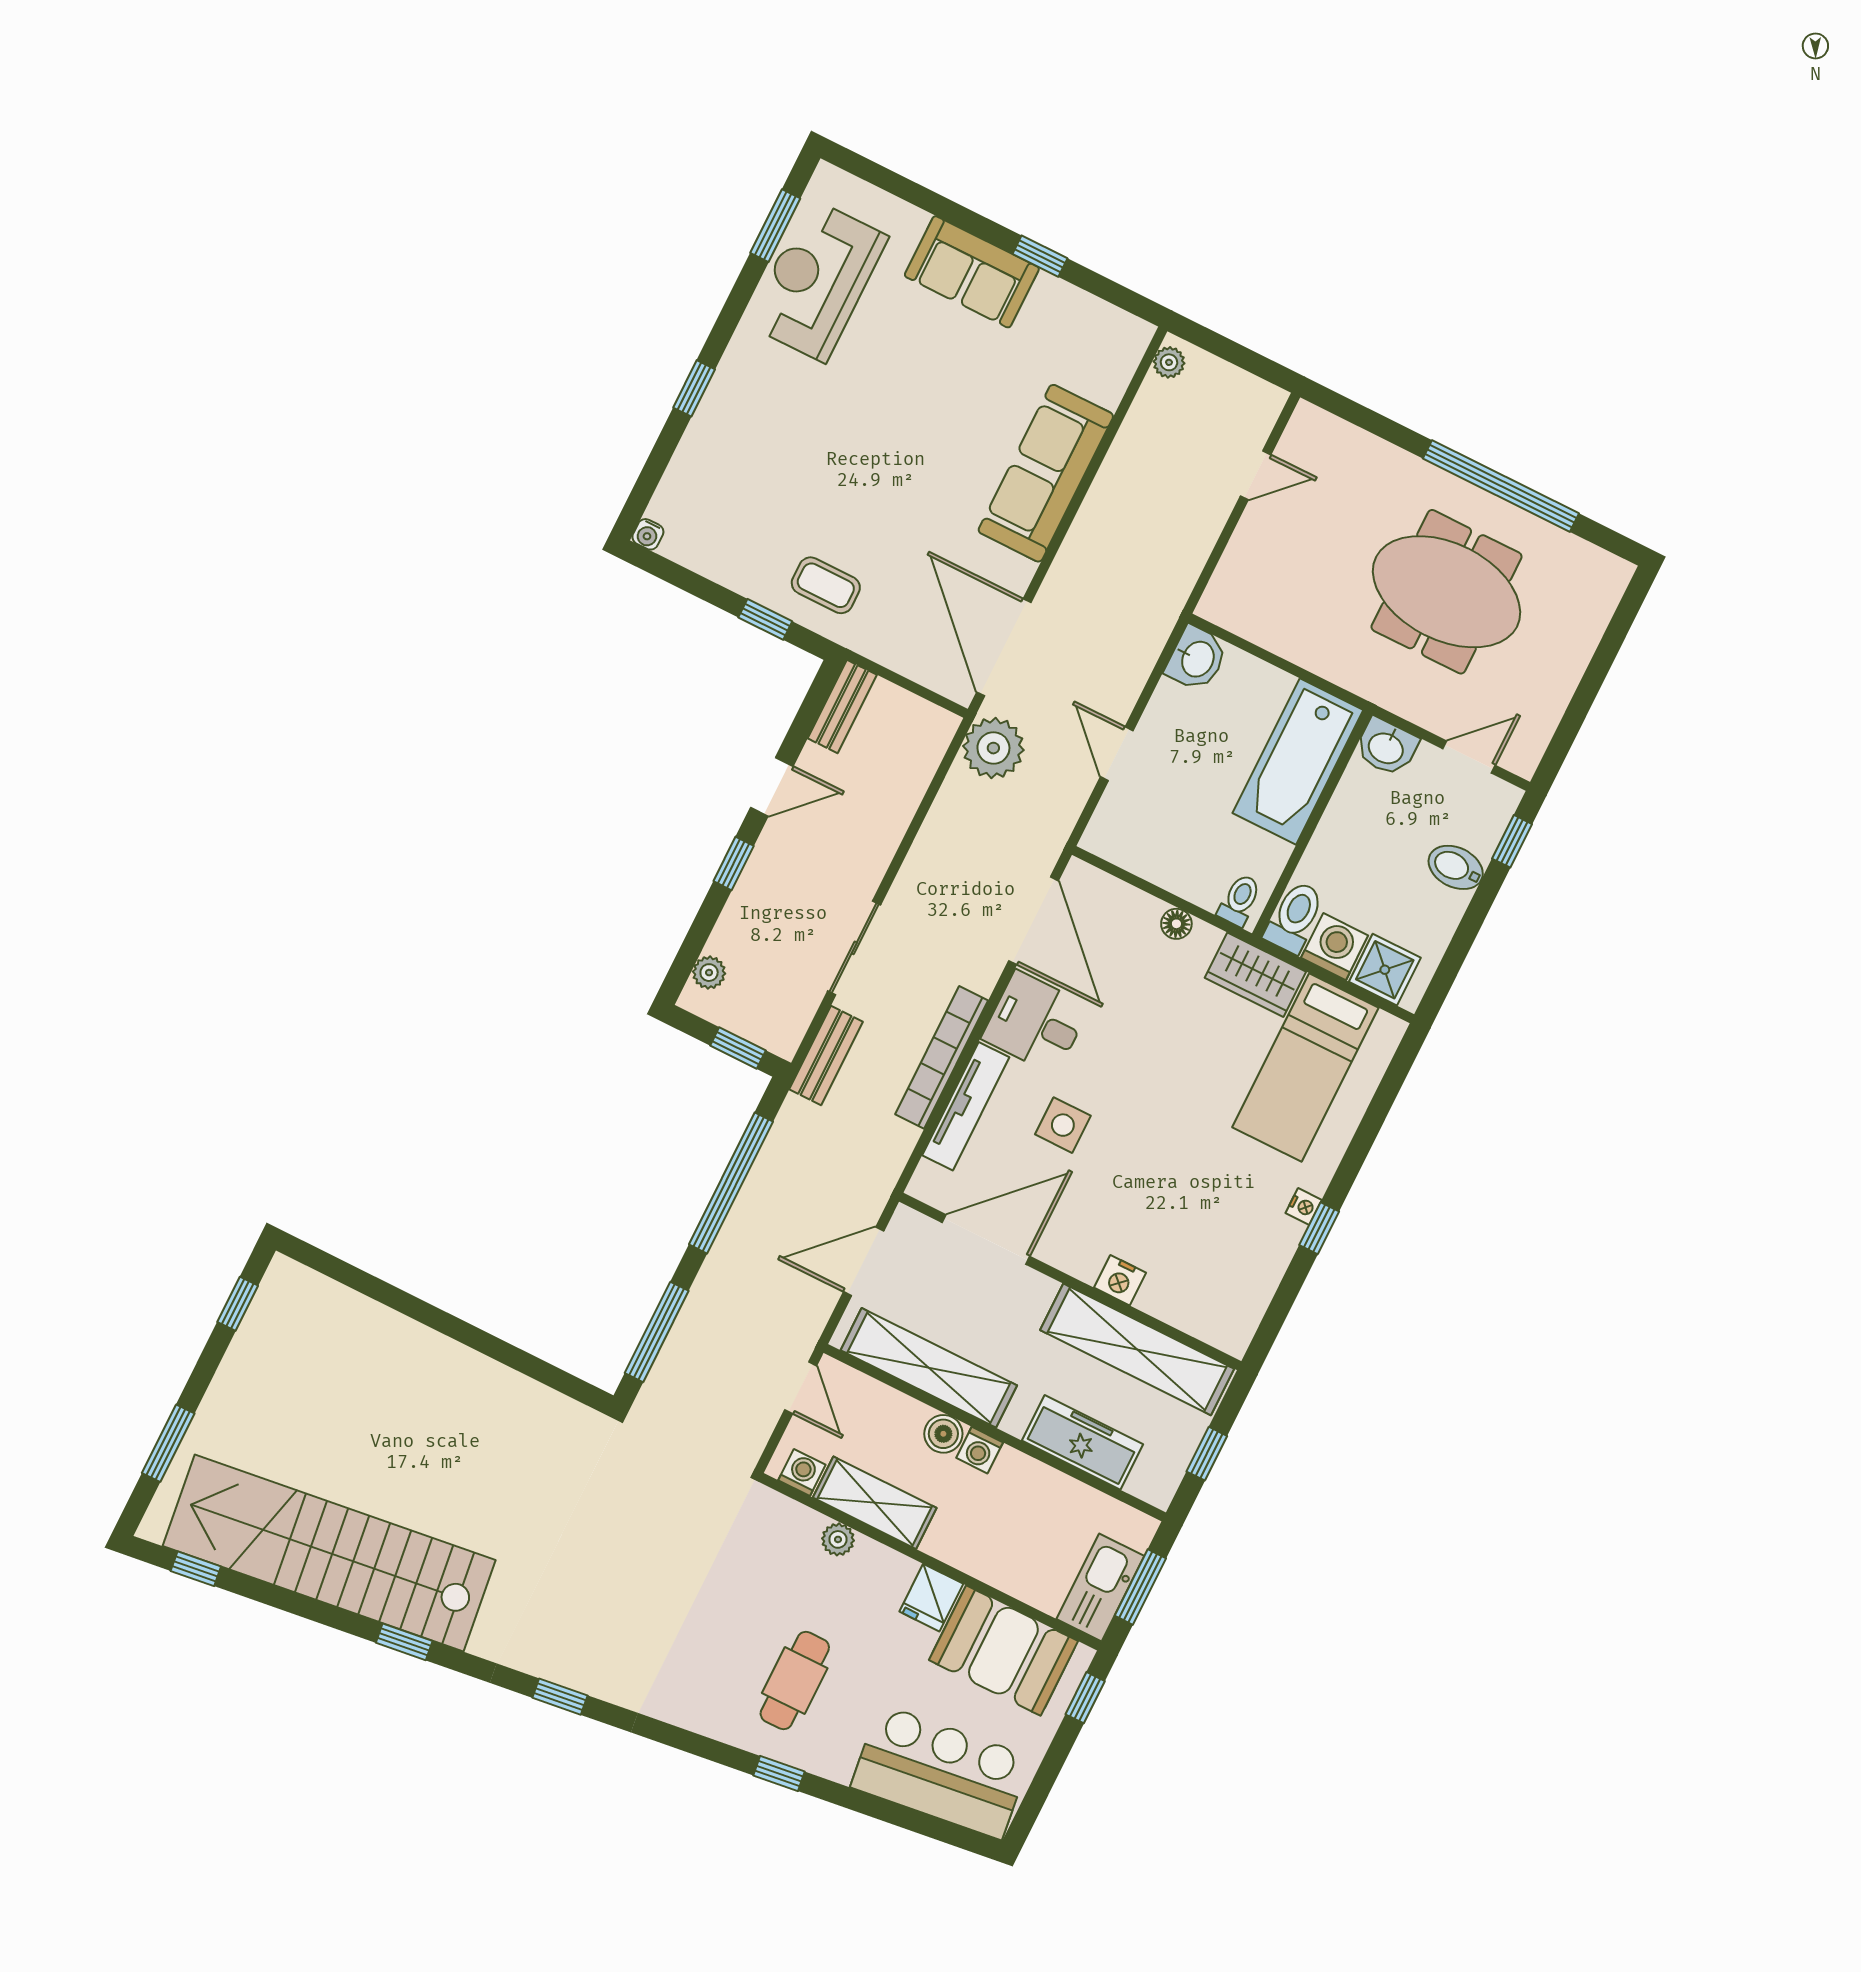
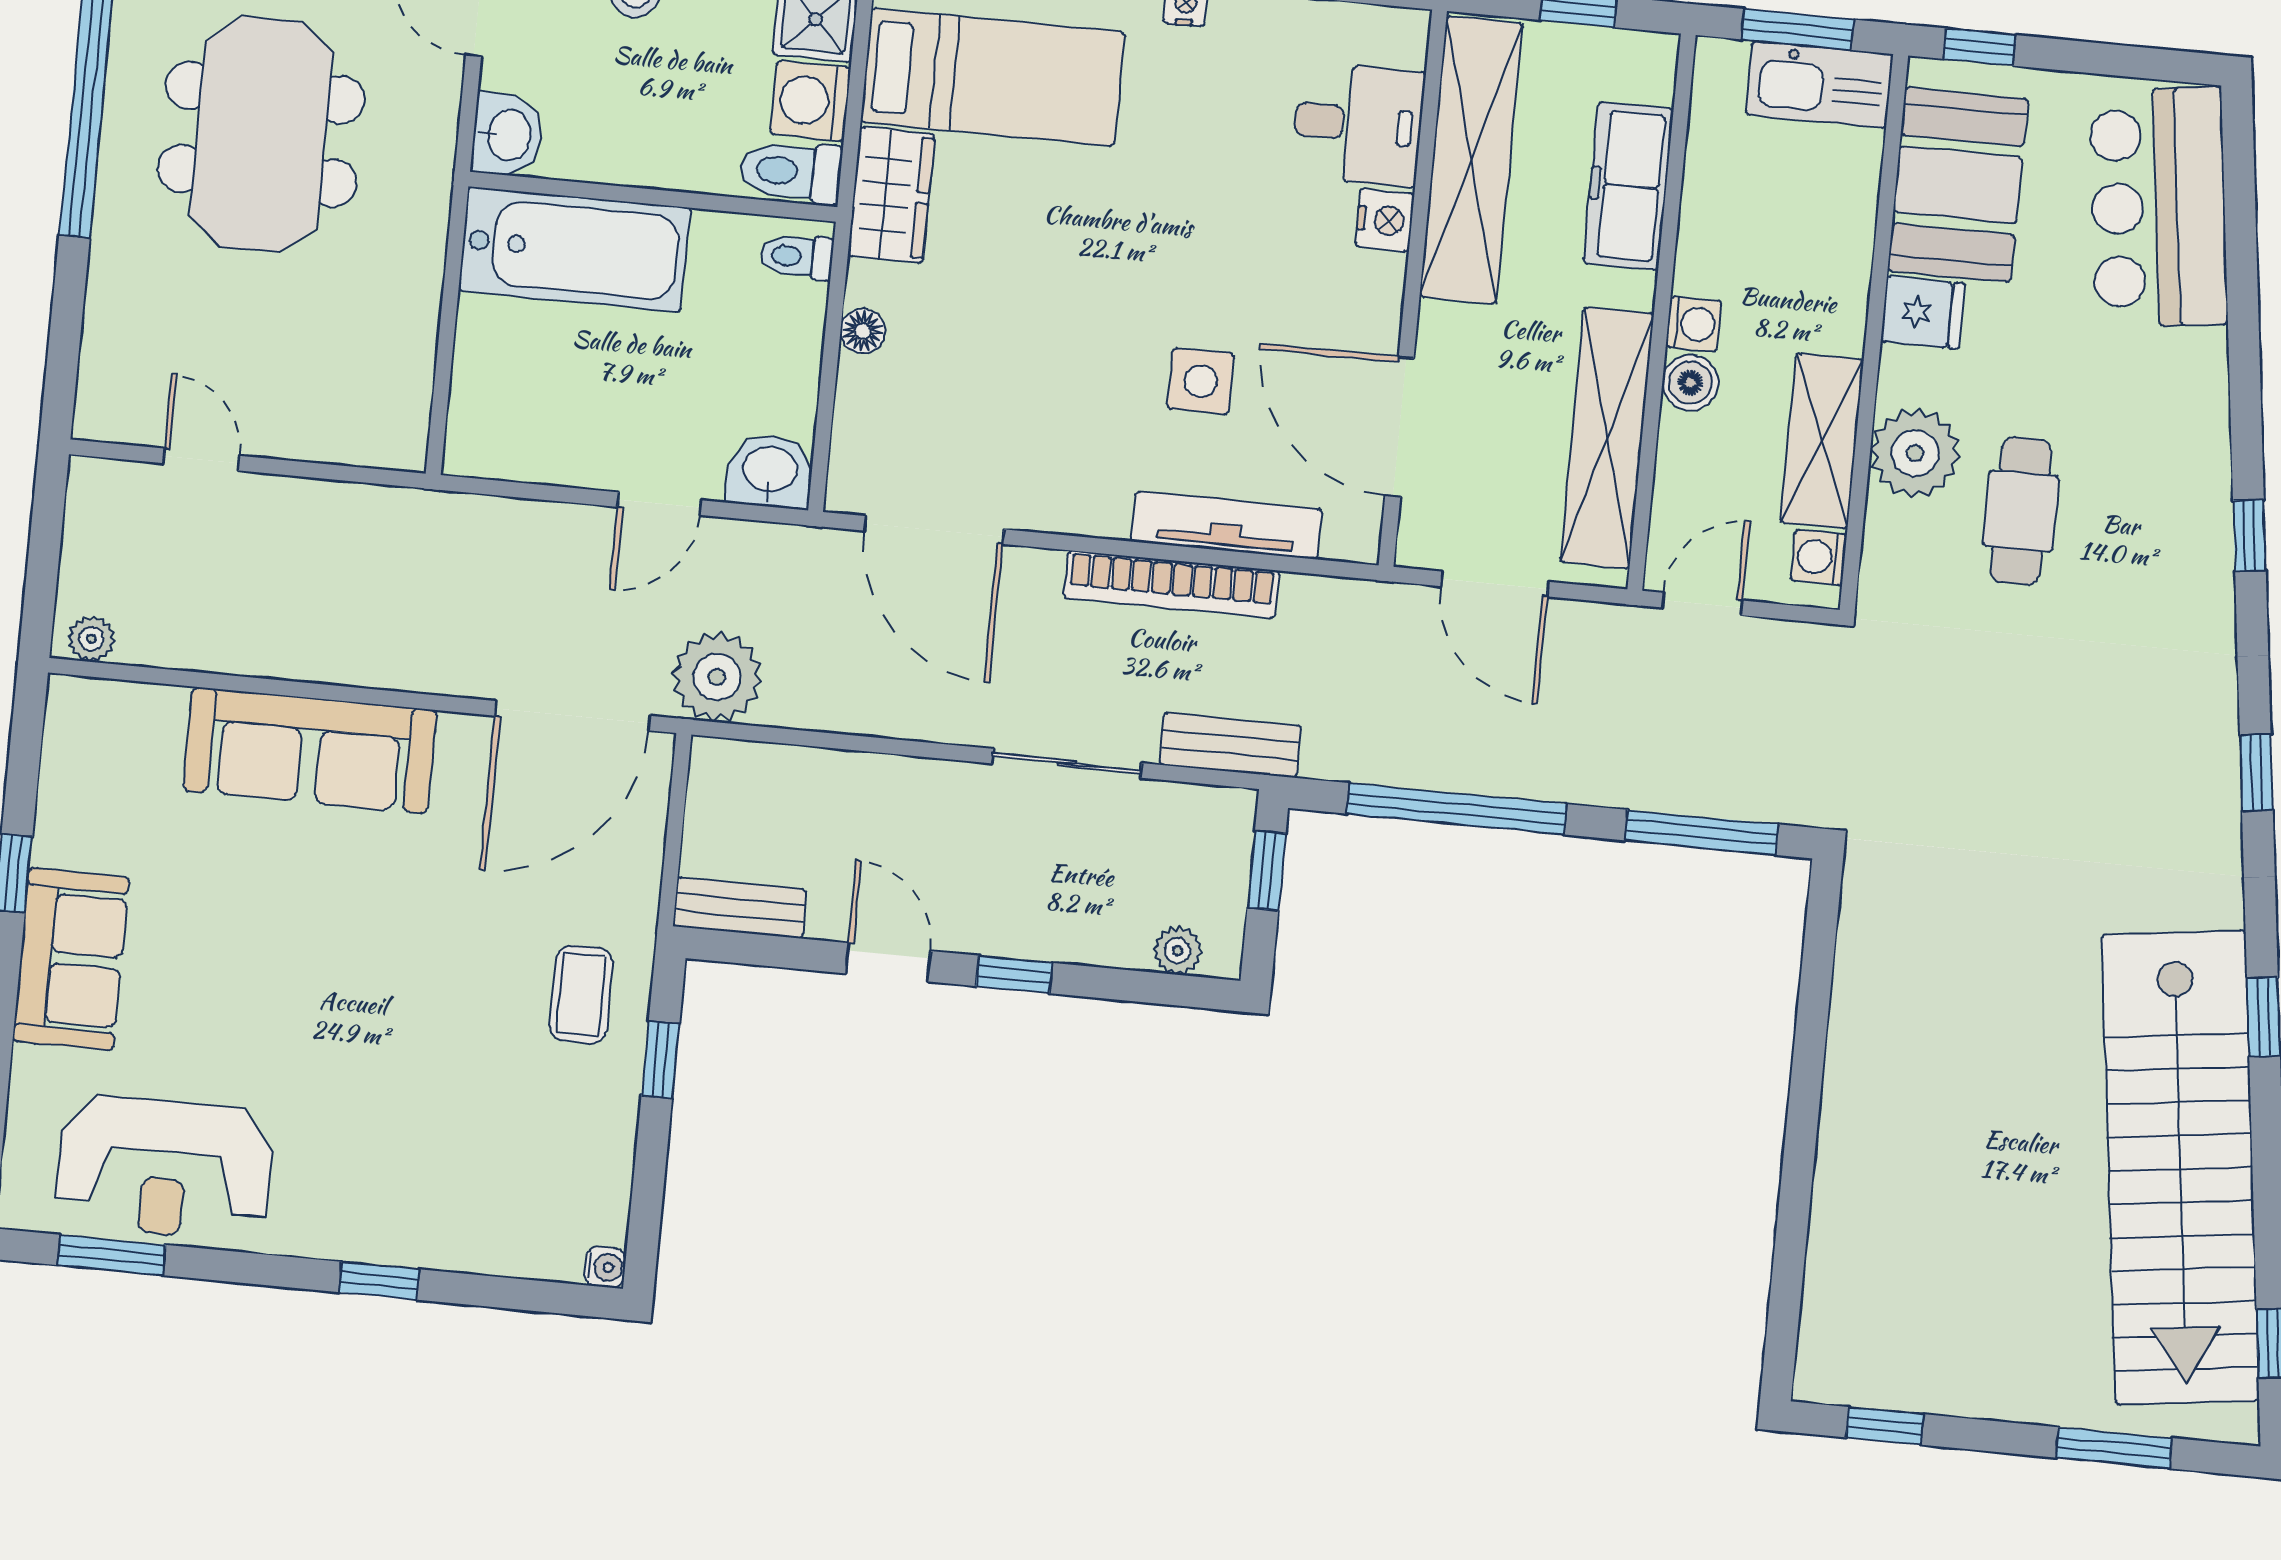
washbasin: (1197, 659) -> (770, 471), moved
door: (1034, 921) -> (934, 530), swing flipped
desk: (1036, 1023) -> (1358, 124), moved, turned -90
plant: (838, 1539) -> (1915, 453), width x1.88, depth x1.88
cafe table: (795, 1681) -> (2021, 511), moved, turned 90
window: (779, 1773) -> (2249, 536), moved

